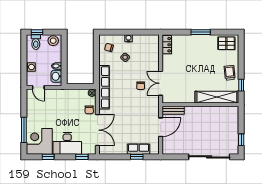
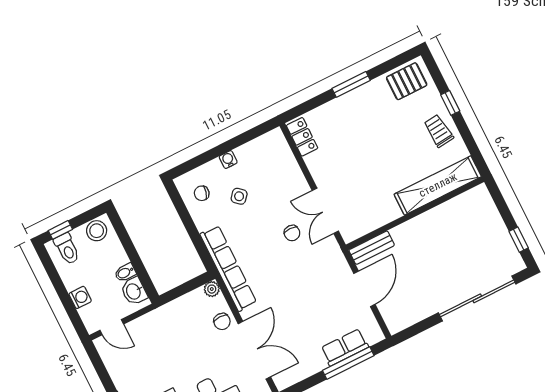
window: (241, 85) -> (450, 103), moved
window: (137, 157) -> (348, 363), width x2.17

